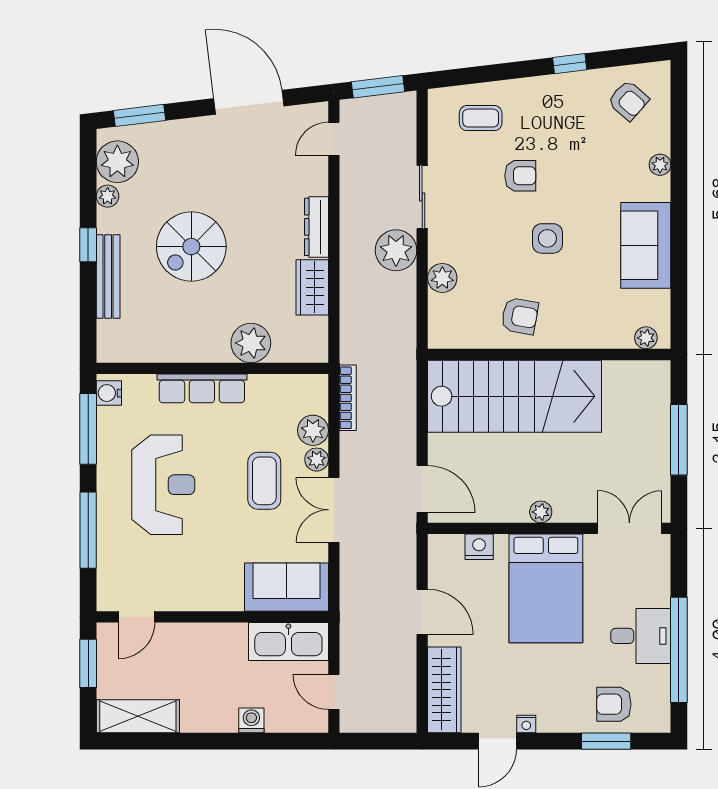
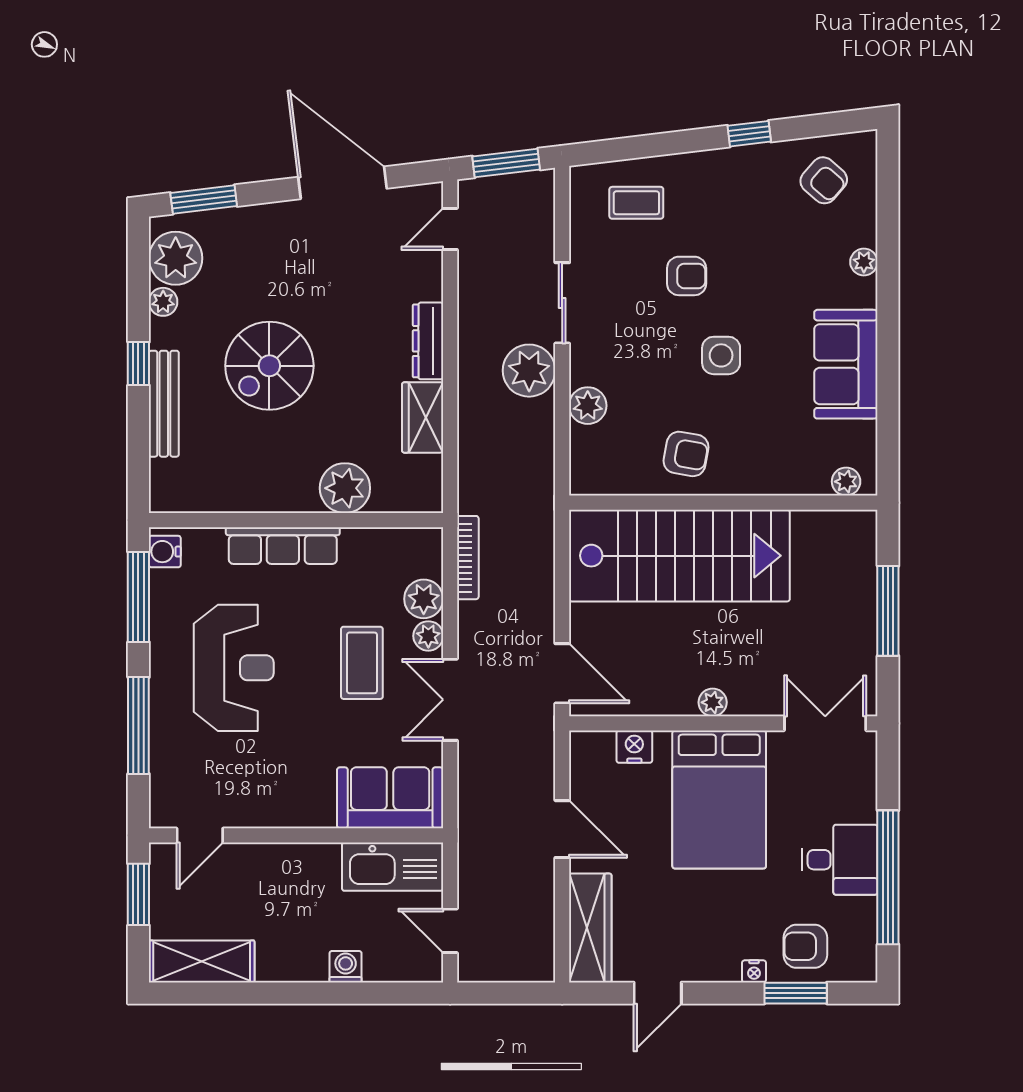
nightstand: (526, 724) -> (754, 971), moved

